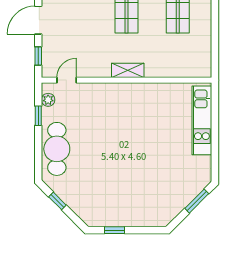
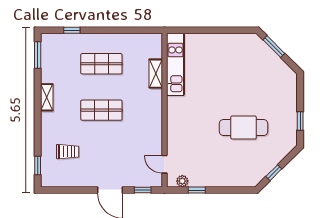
shelving: (128, 70) -> (156, 74), moved
kitchen unit: (202, 120) -> (175, 64), moved, turned -90
cafe table: (57, 149) -> (244, 127), moved

